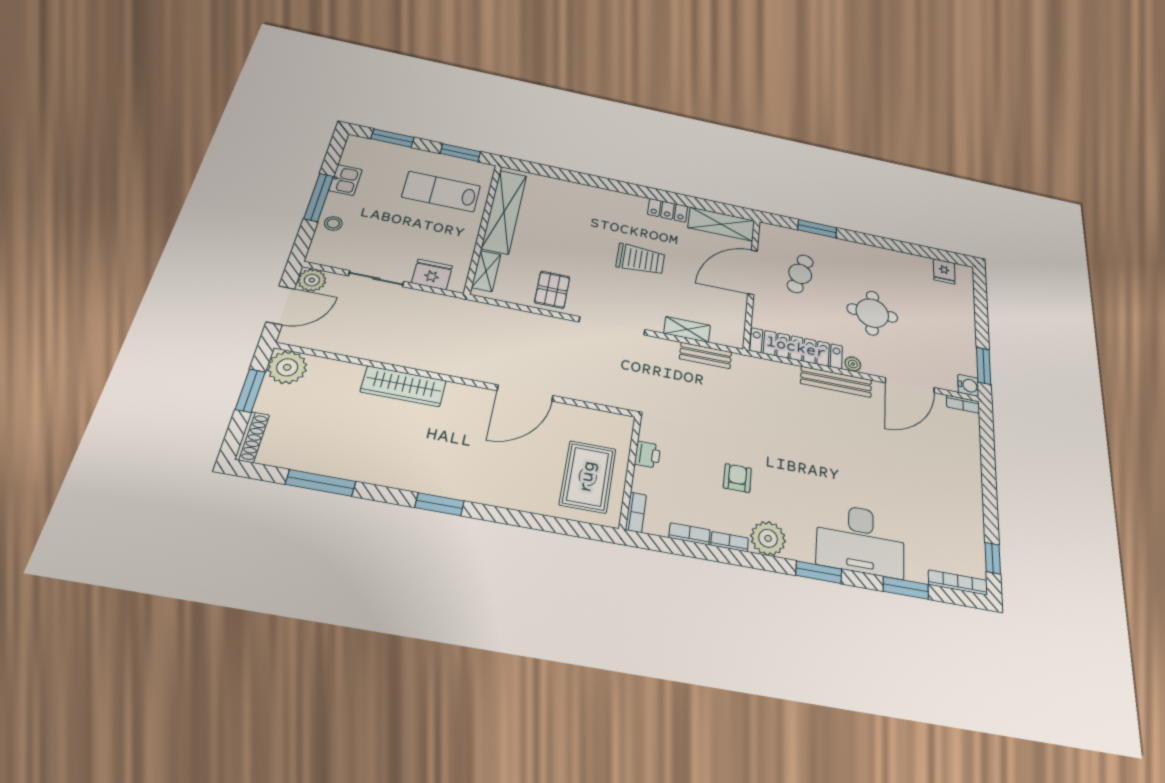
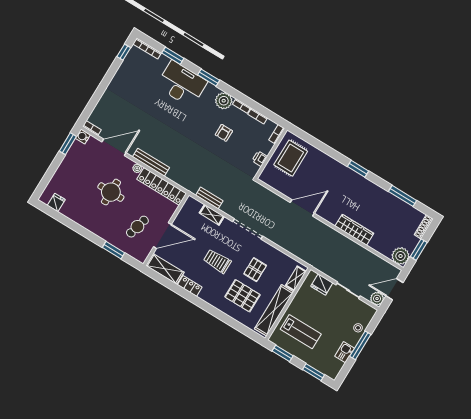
pallet: (571, 219) -> (242, 296), added
pallet: (552, 290) -> (255, 270), moved

